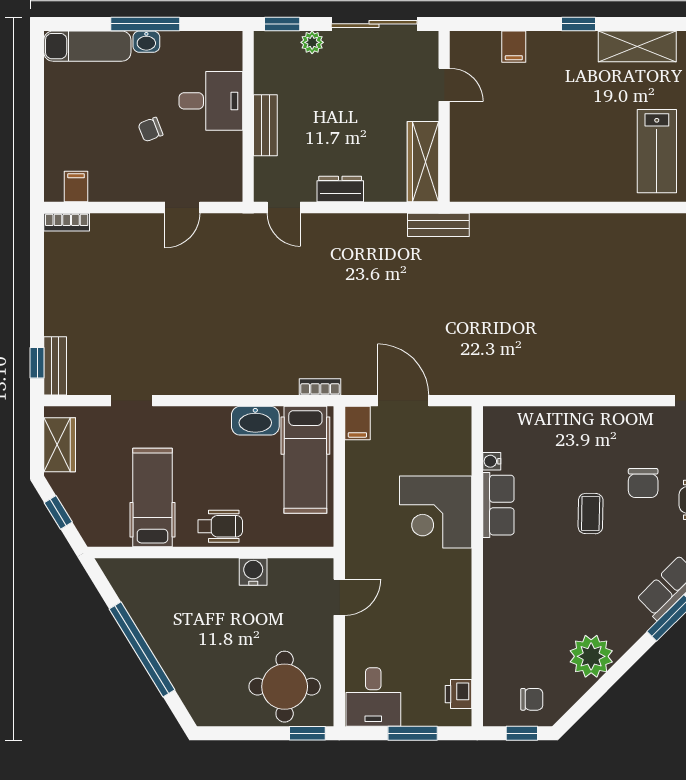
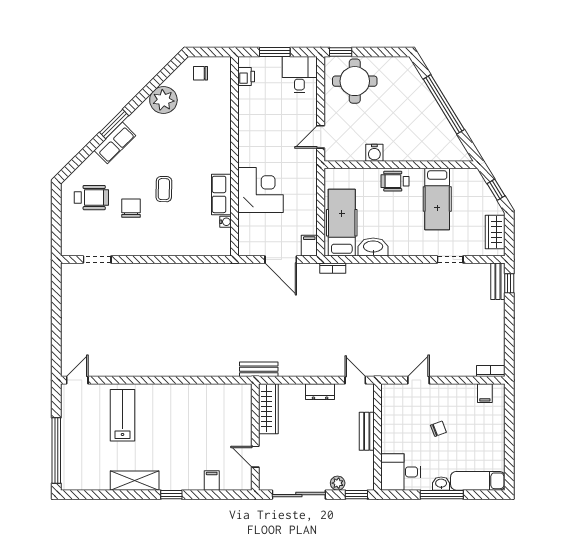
desk: (211, 101) -> (401, 472), moved
window: (522, 733) -> (207, 52), removed

